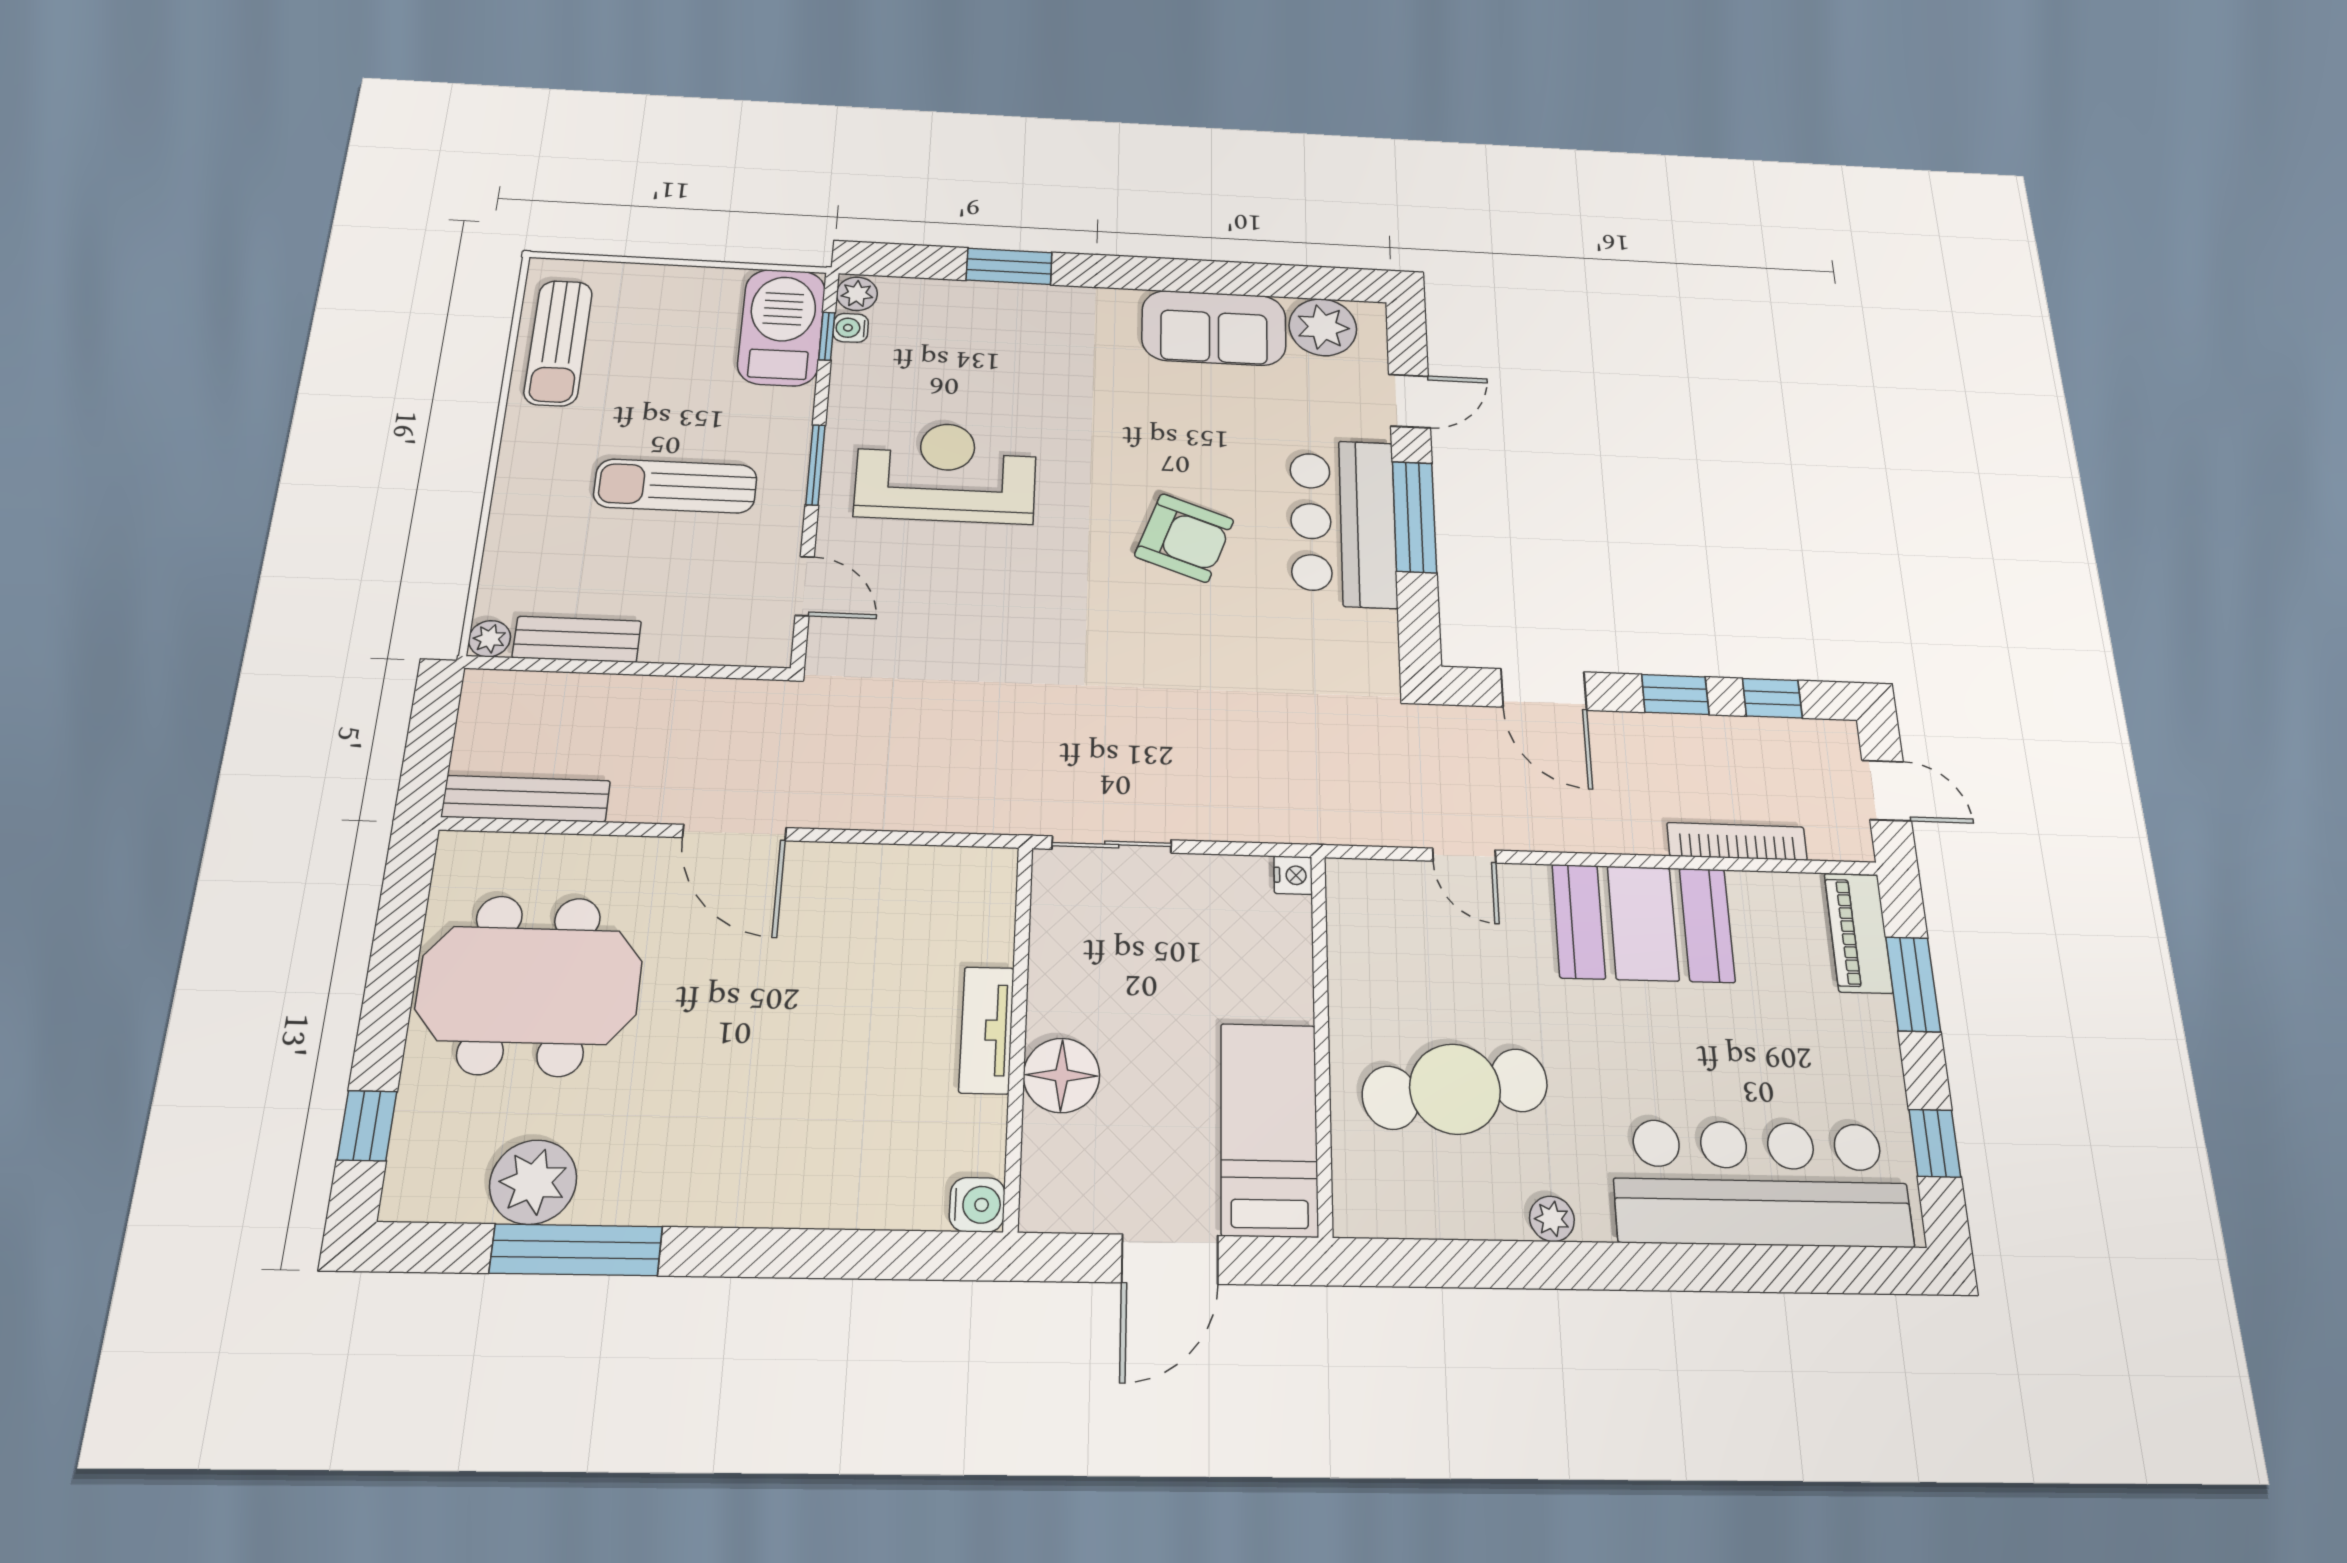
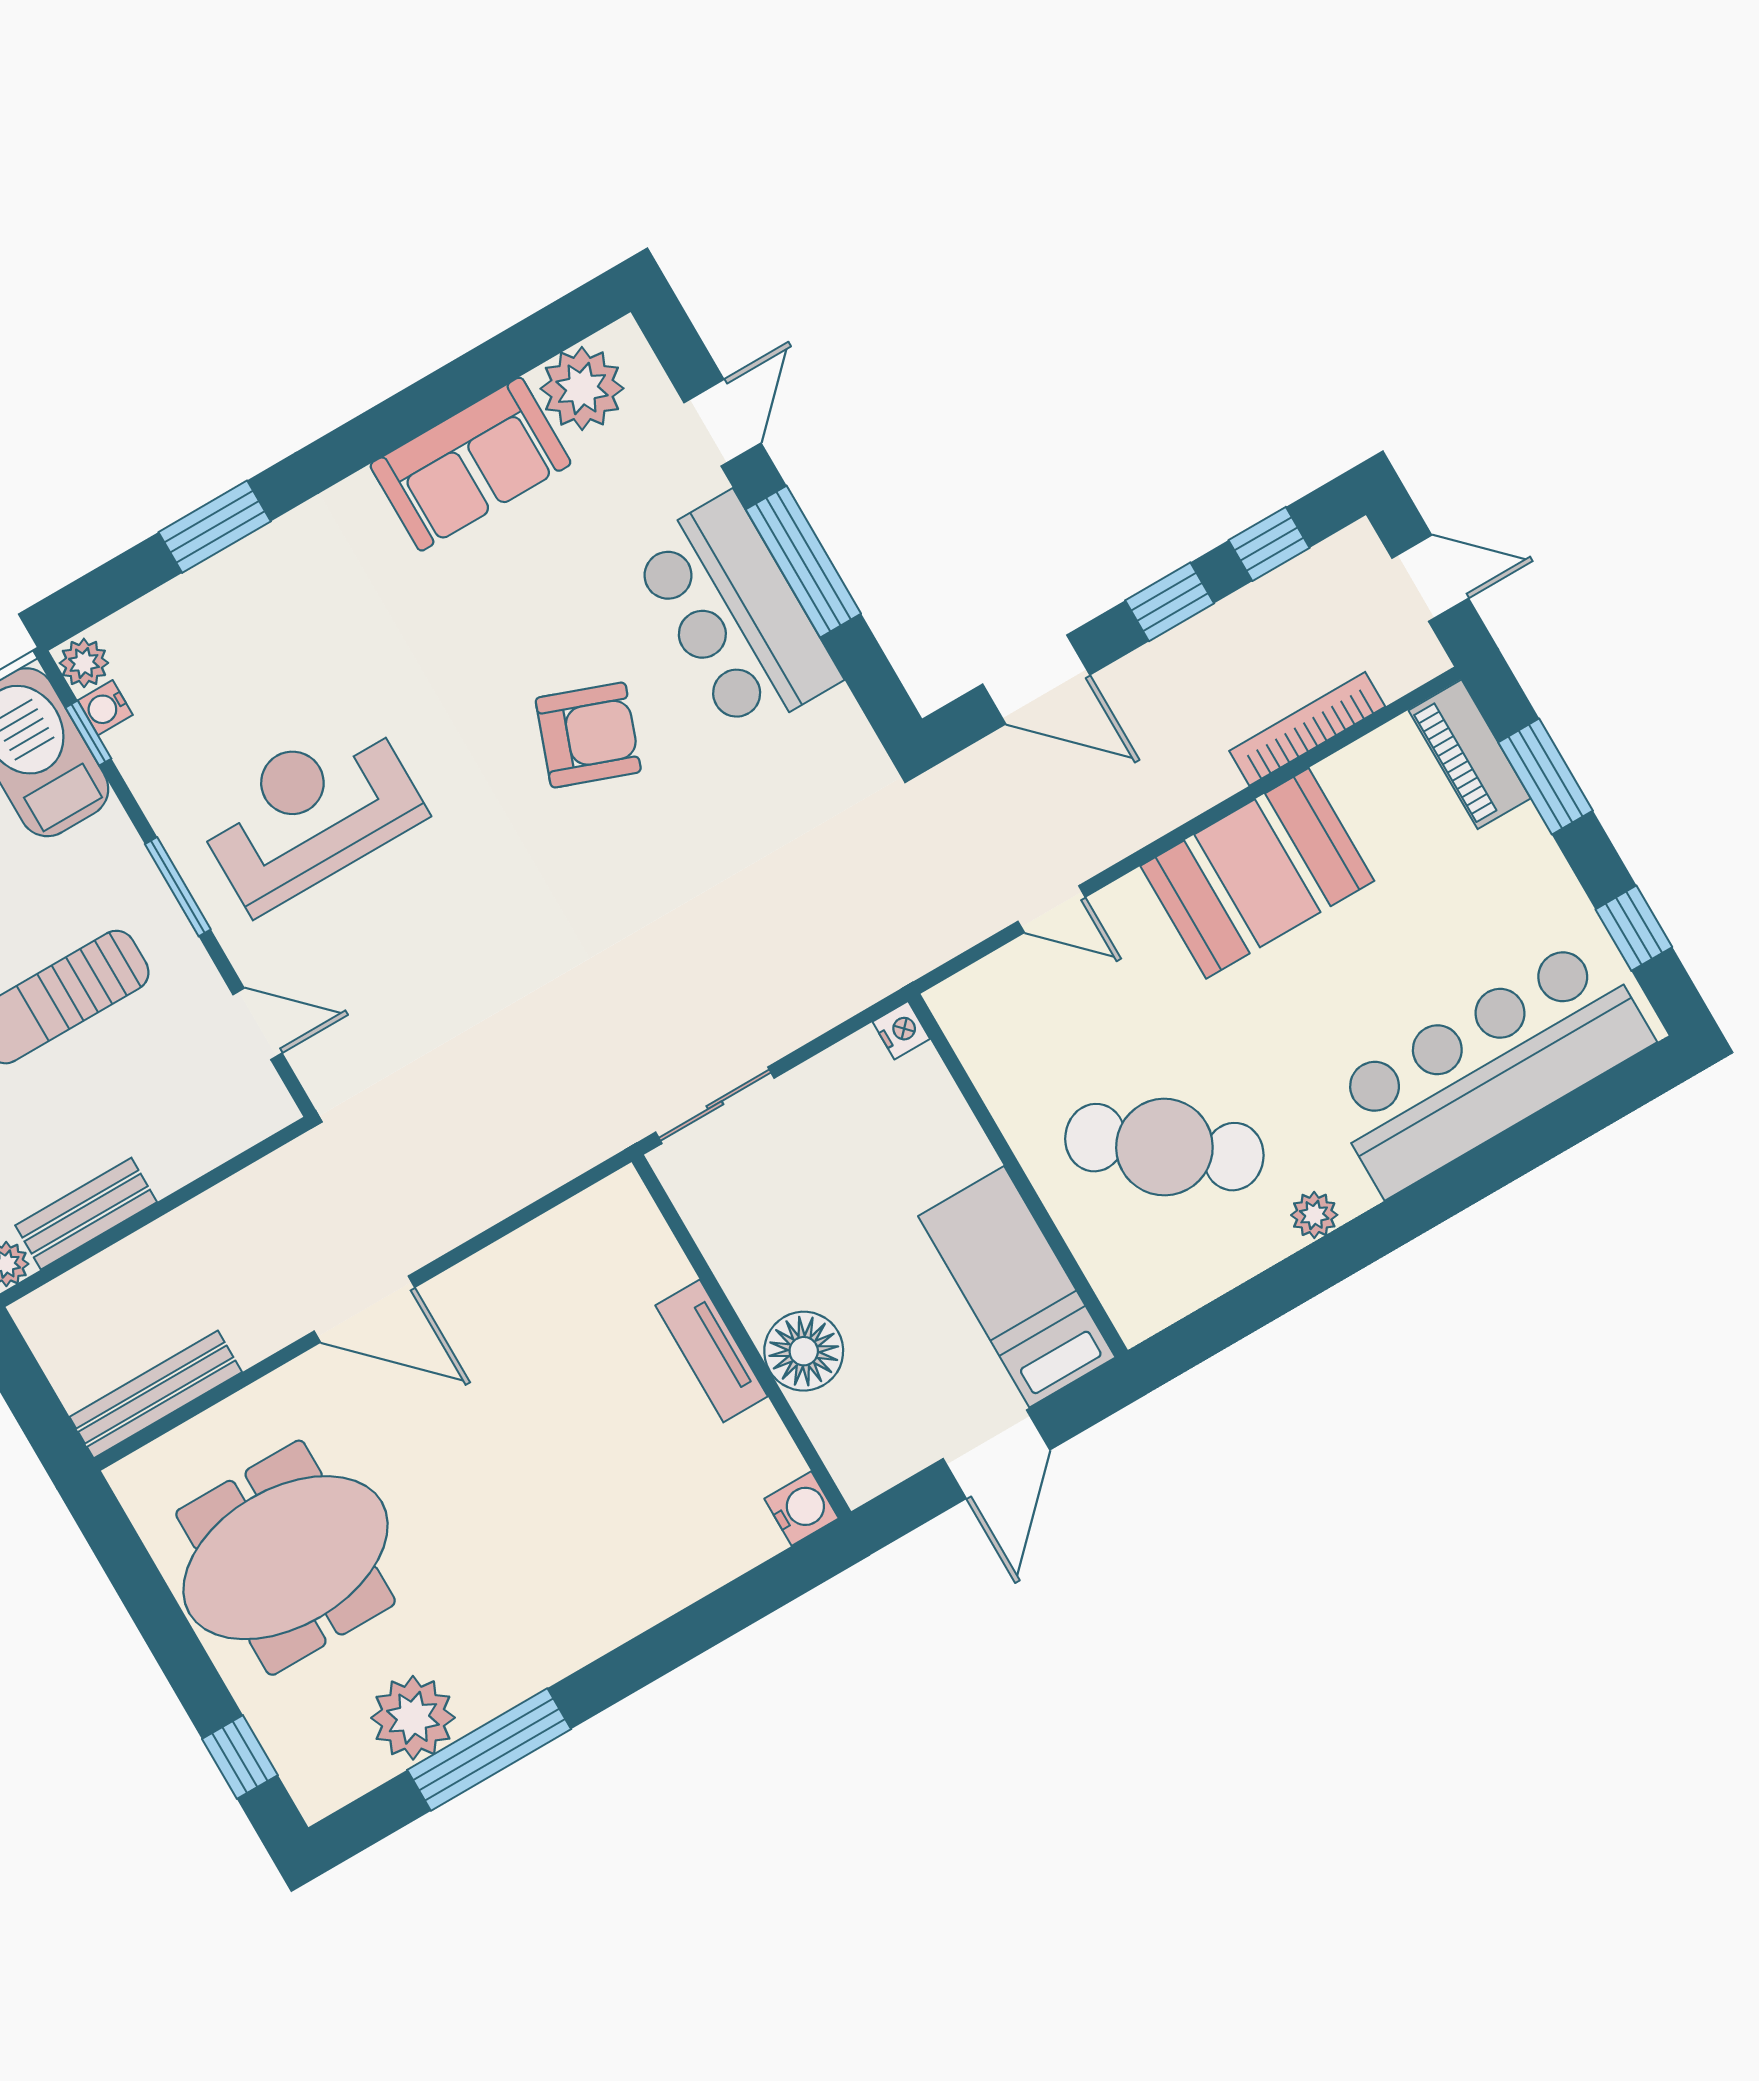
cafe table: (1455, 1089) -> (1164, 1147), turned 47

